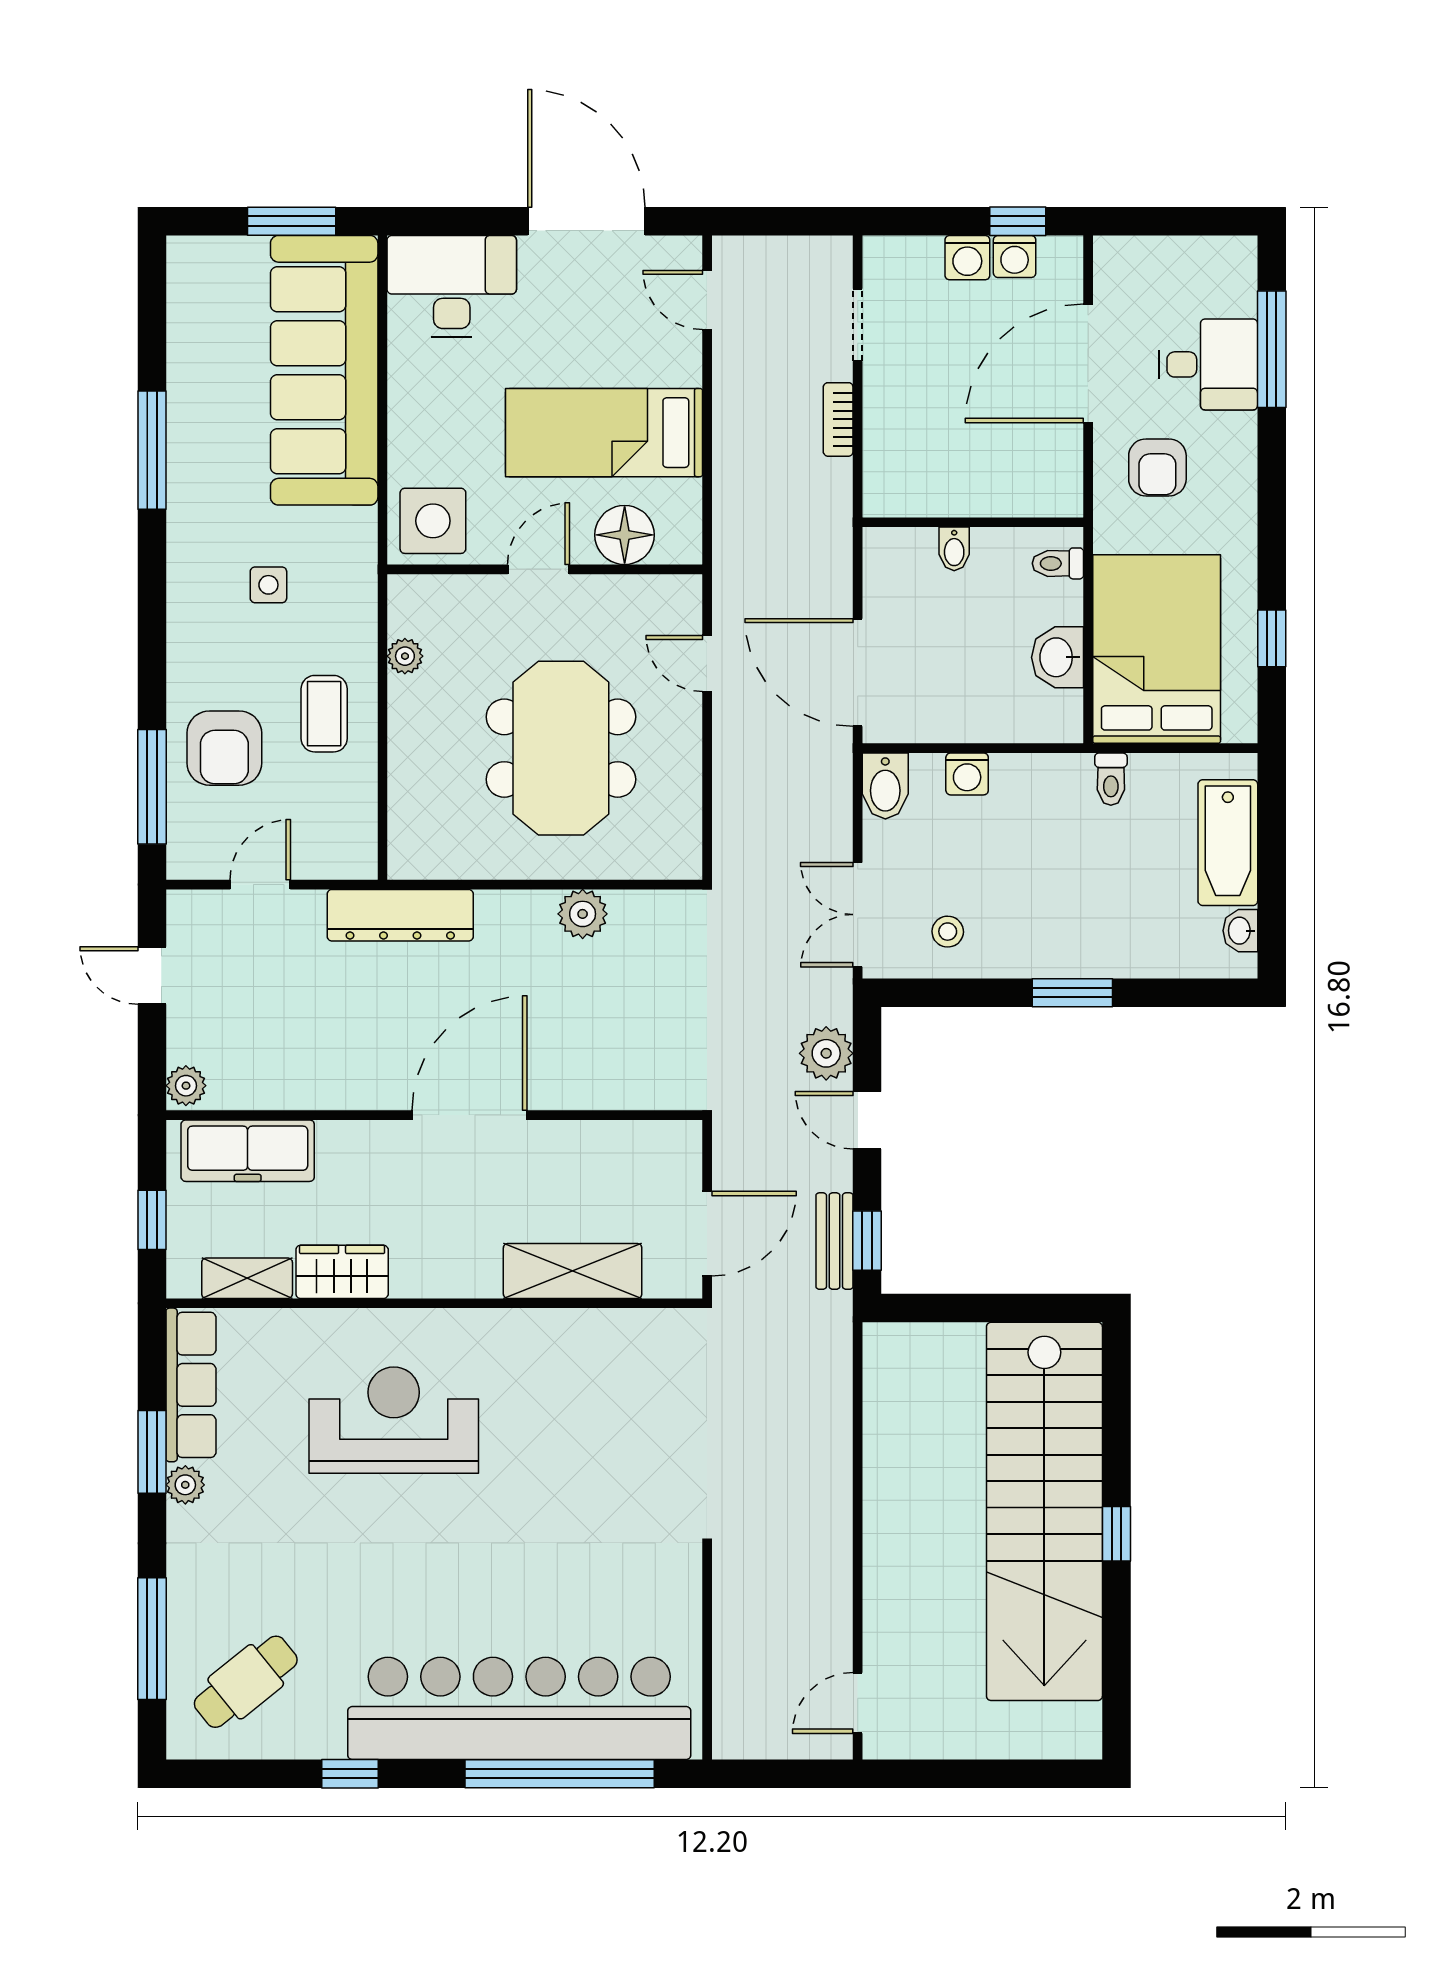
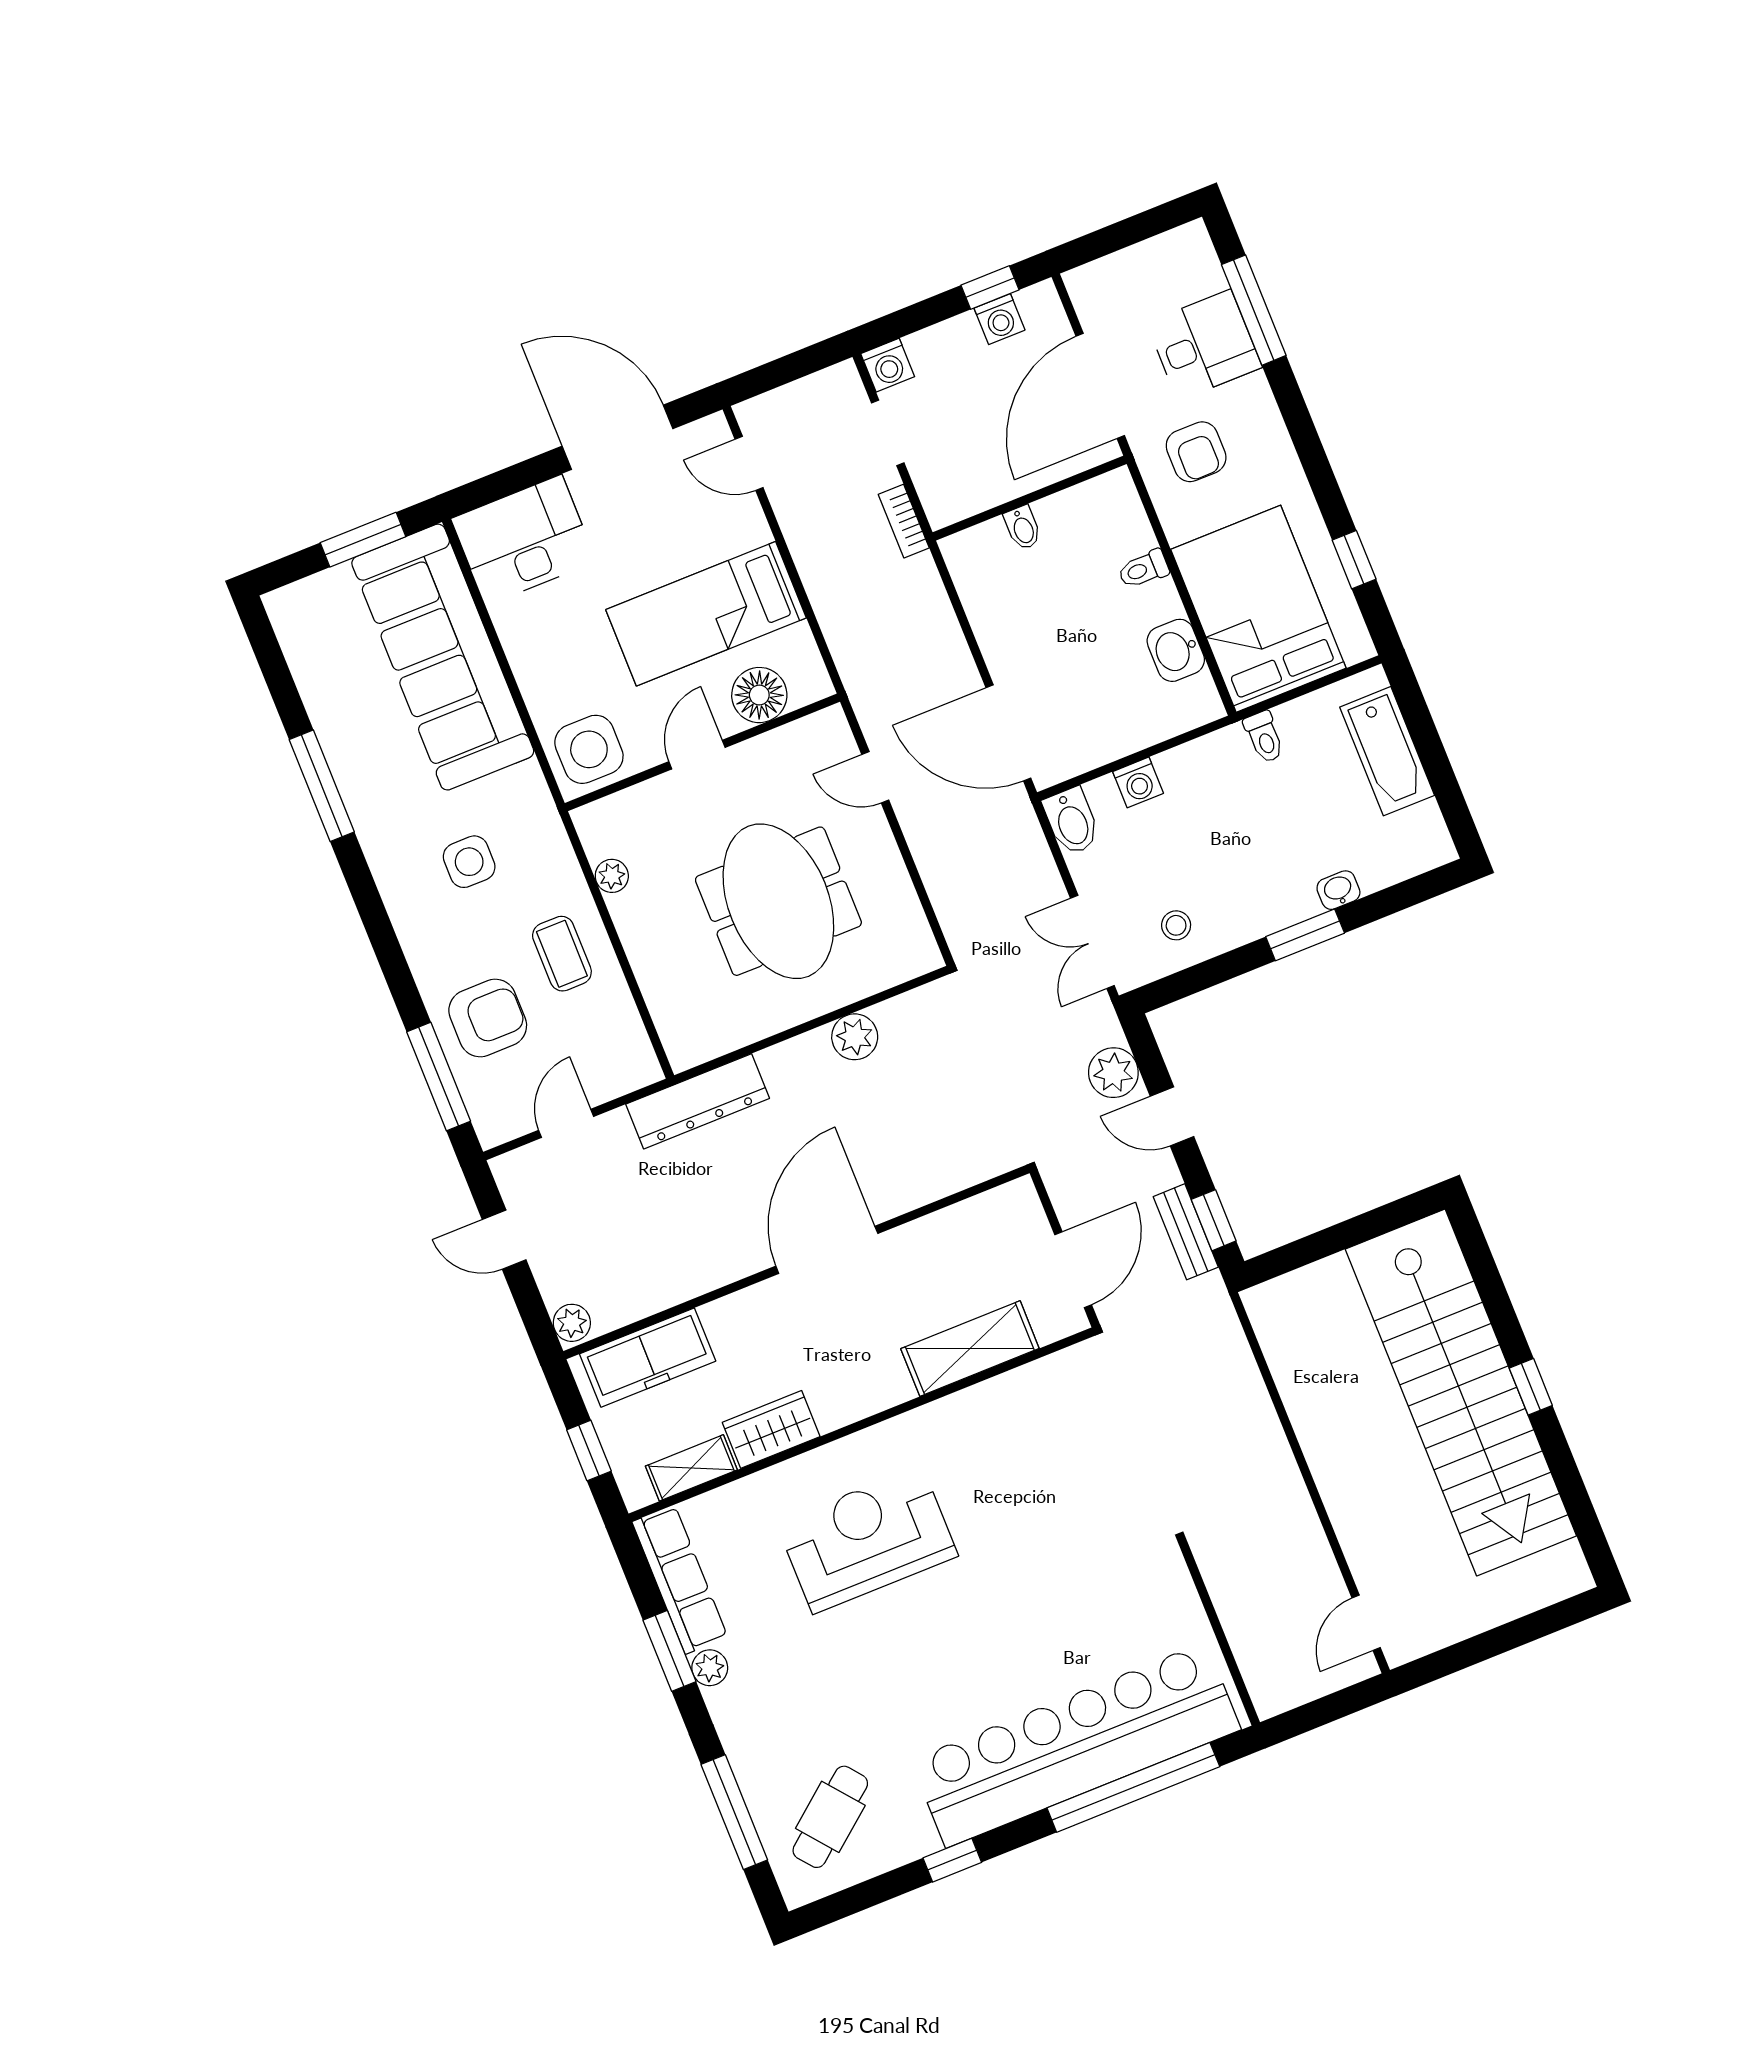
washing machine: (967, 258) -> (888, 365), moved
wall: (973, 522) -> (1030, 498), moved
bidet: (954, 549) -> (1023, 528), moved
side table: (268, 585) -> (469, 862), width x1.37, depth x1.37
armchair: (224, 748) -> (488, 1018), turned -90
washbasin: (1240, 931) -> (1338, 890), moved, turned 90

